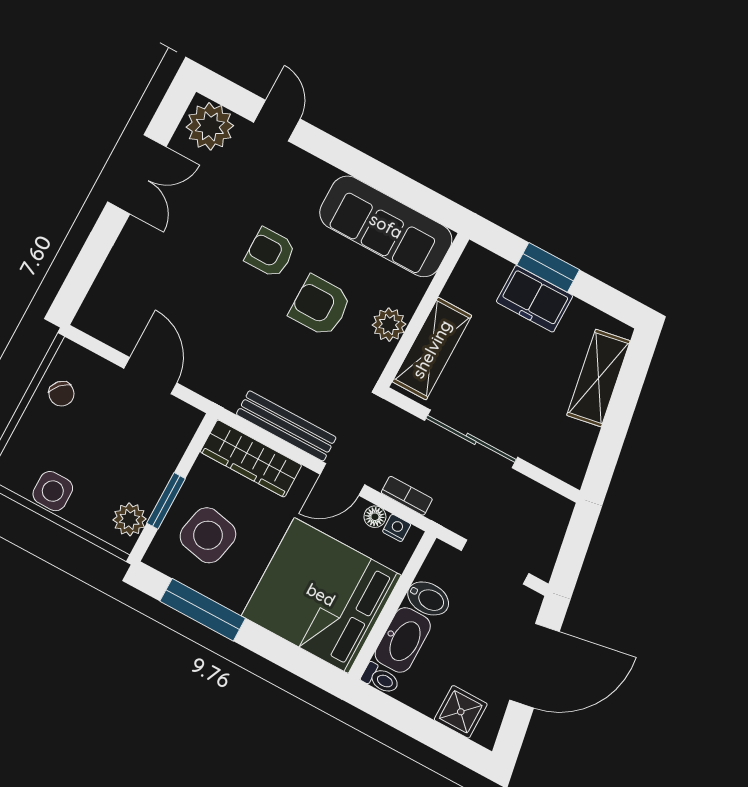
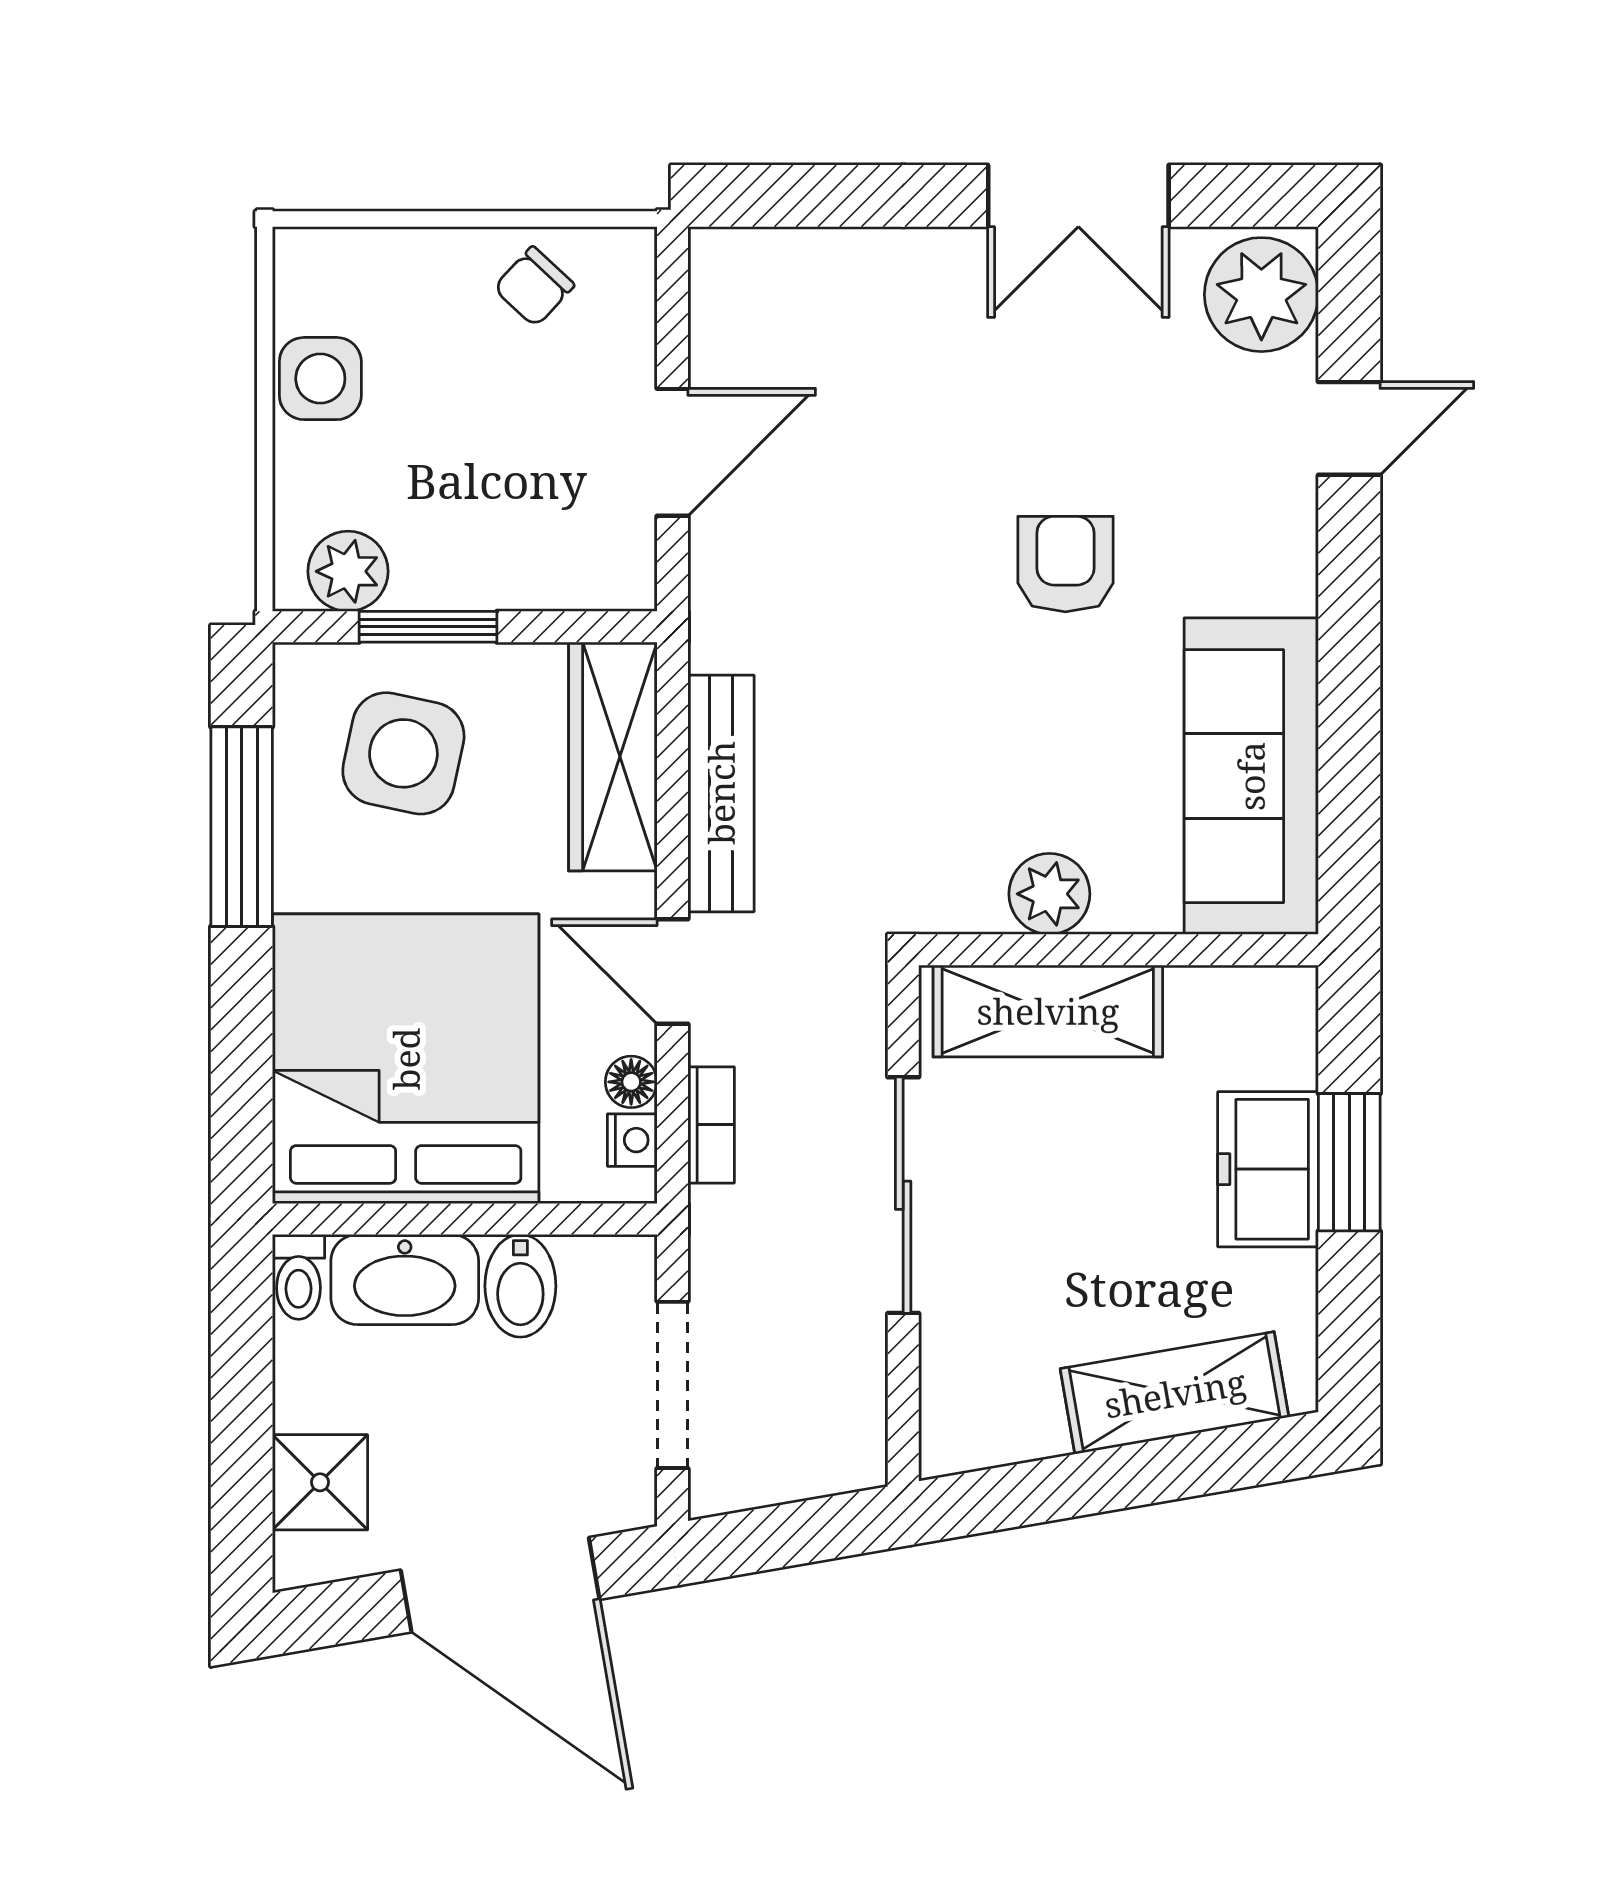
armchair: (320, 306) -> (1011, 729), removed

